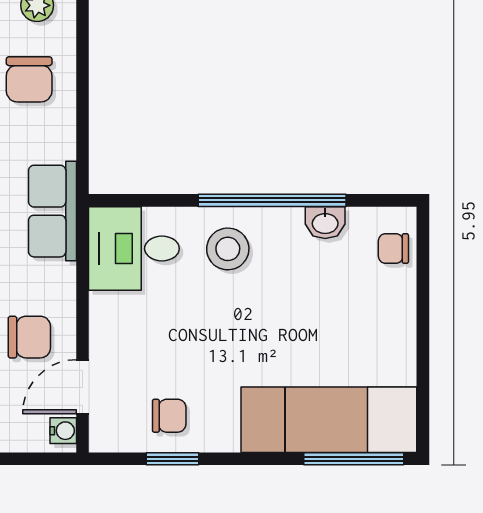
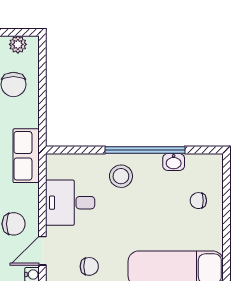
chair: (393, 248) -> (198, 201), moved
desk: (134, 249) -> (70, 203), moved

